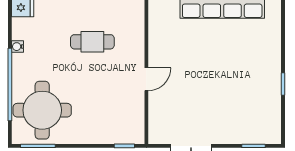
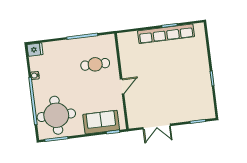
cafe table: (92, 42) -> (95, 64), moved
sofa: (108, 129) -> (101, 122), added

